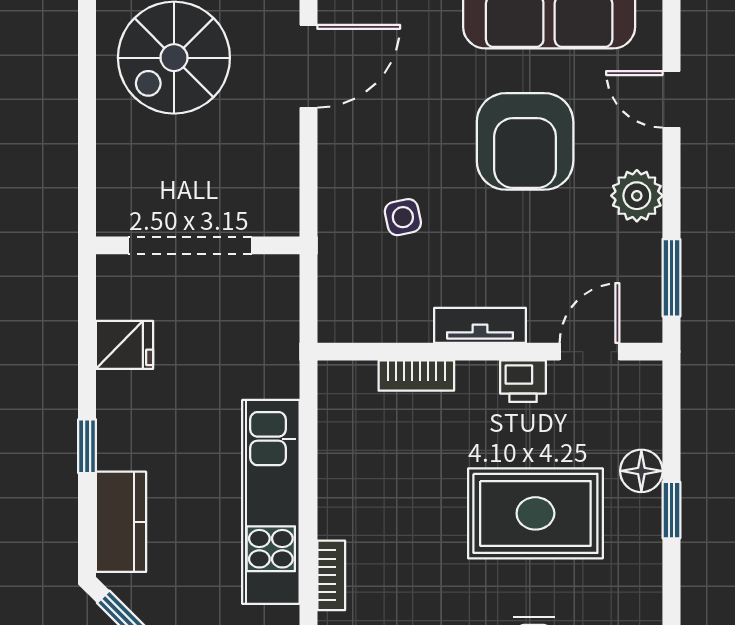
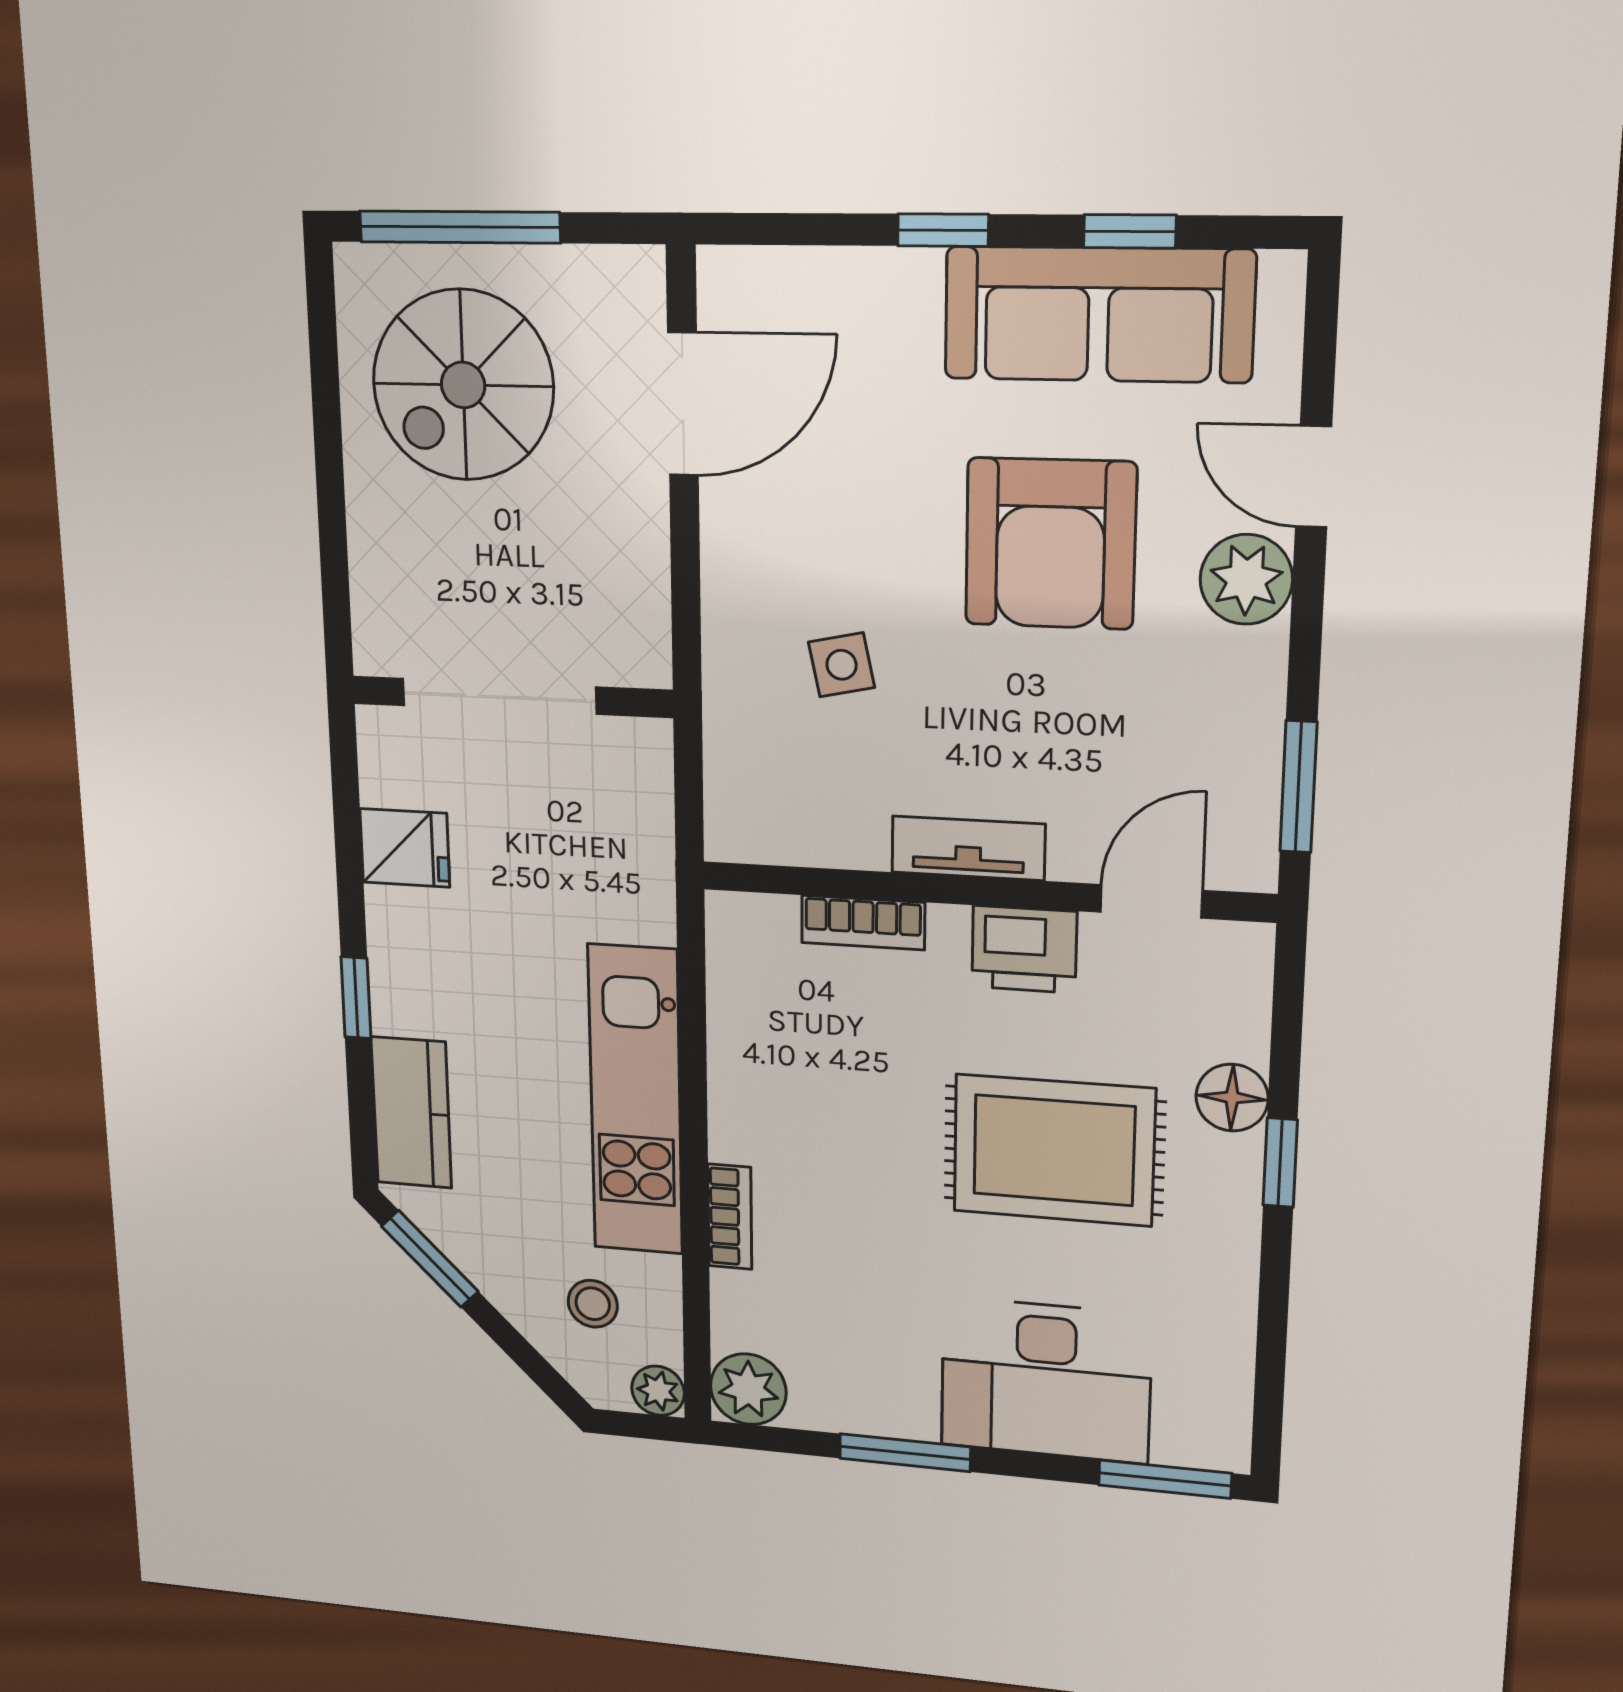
plant: (637, 196) -> (1246, 579), moved
printer: (523, 381) -> (1024, 949), width x1.36, depth x1.24

